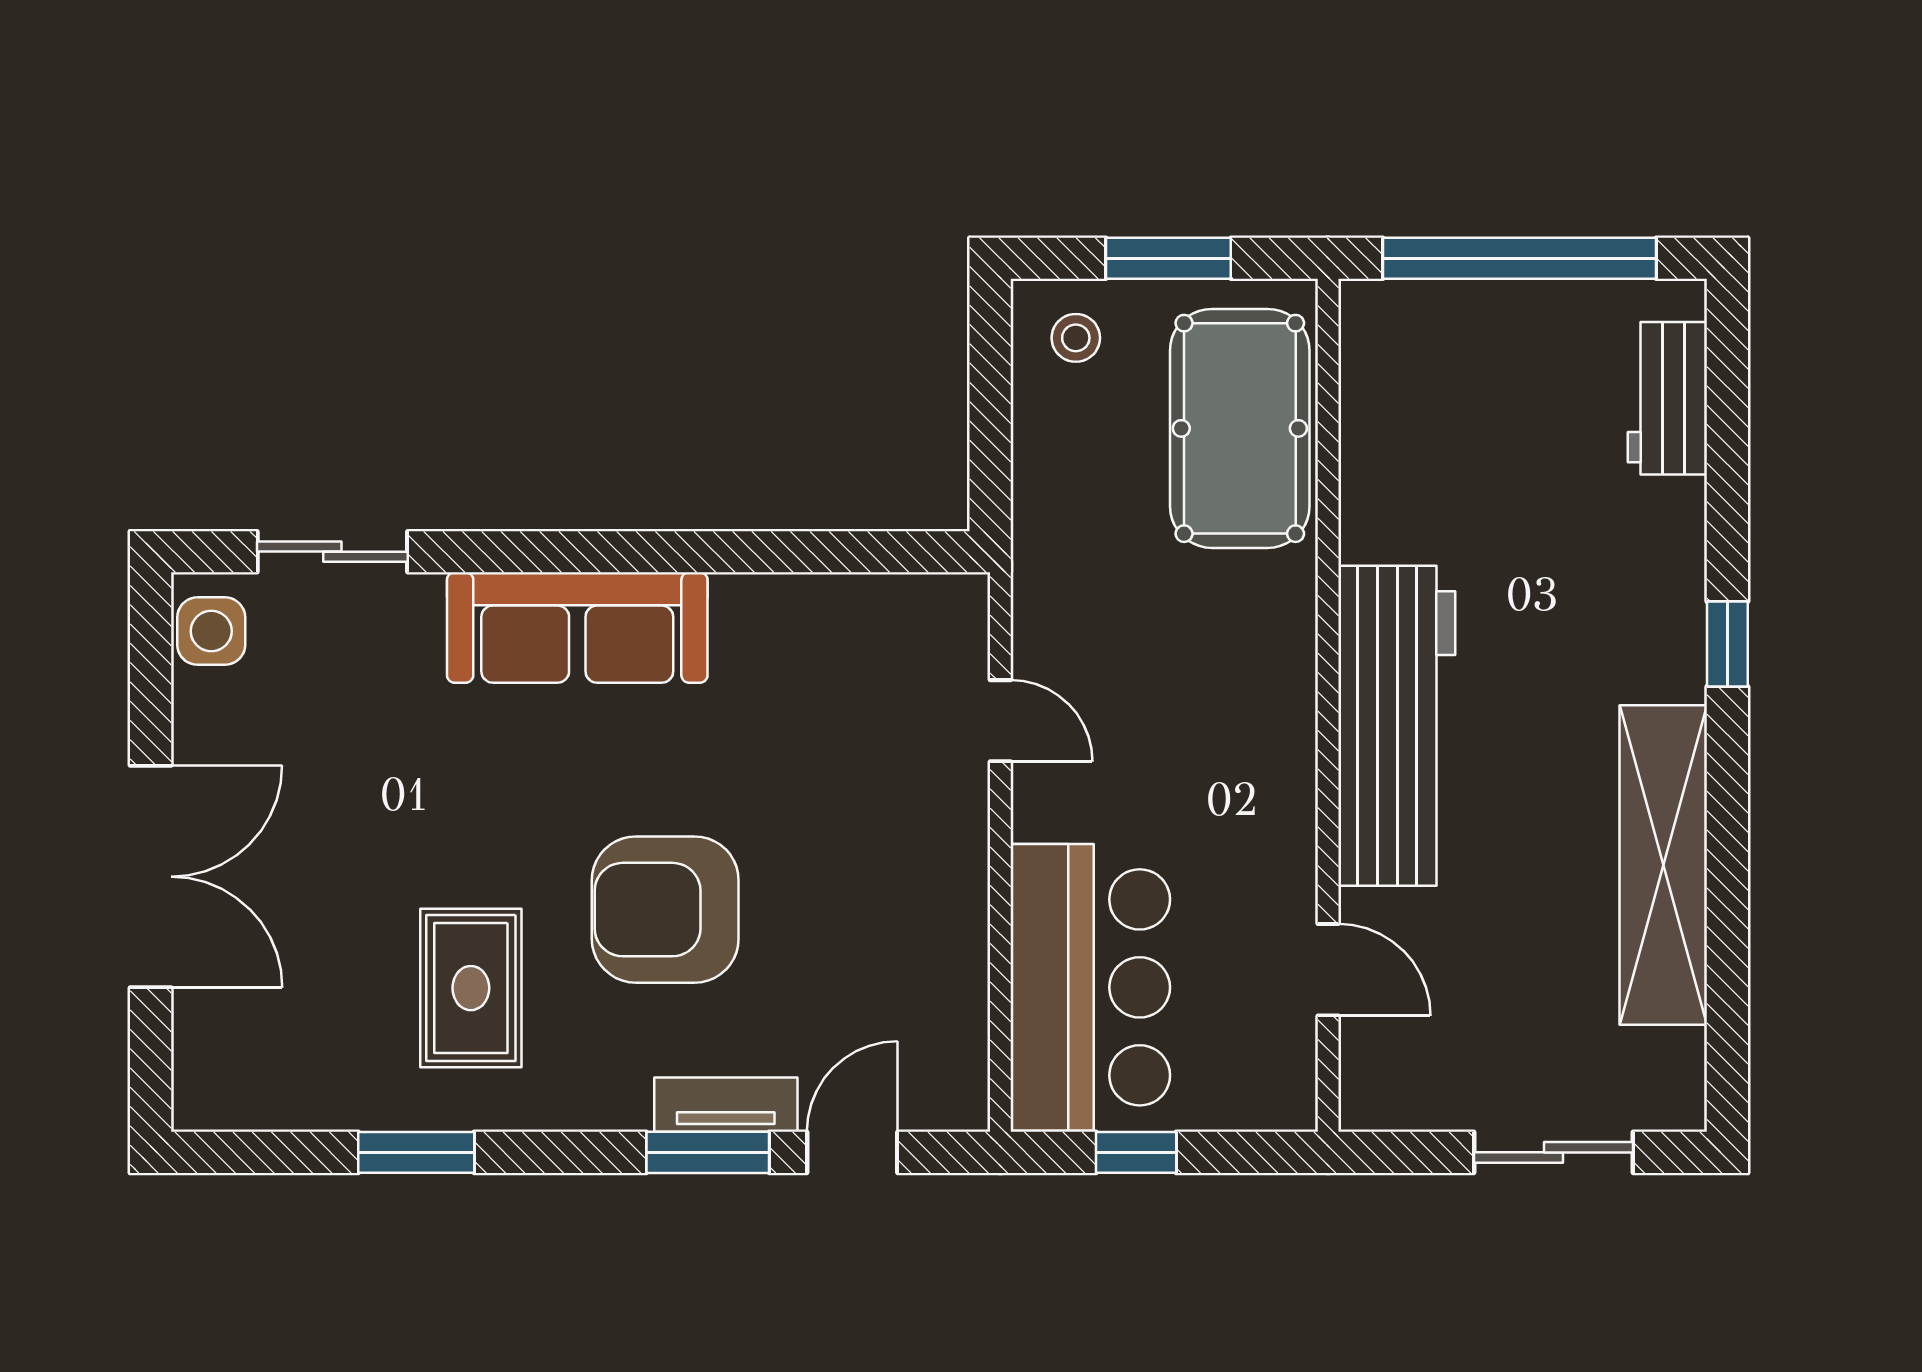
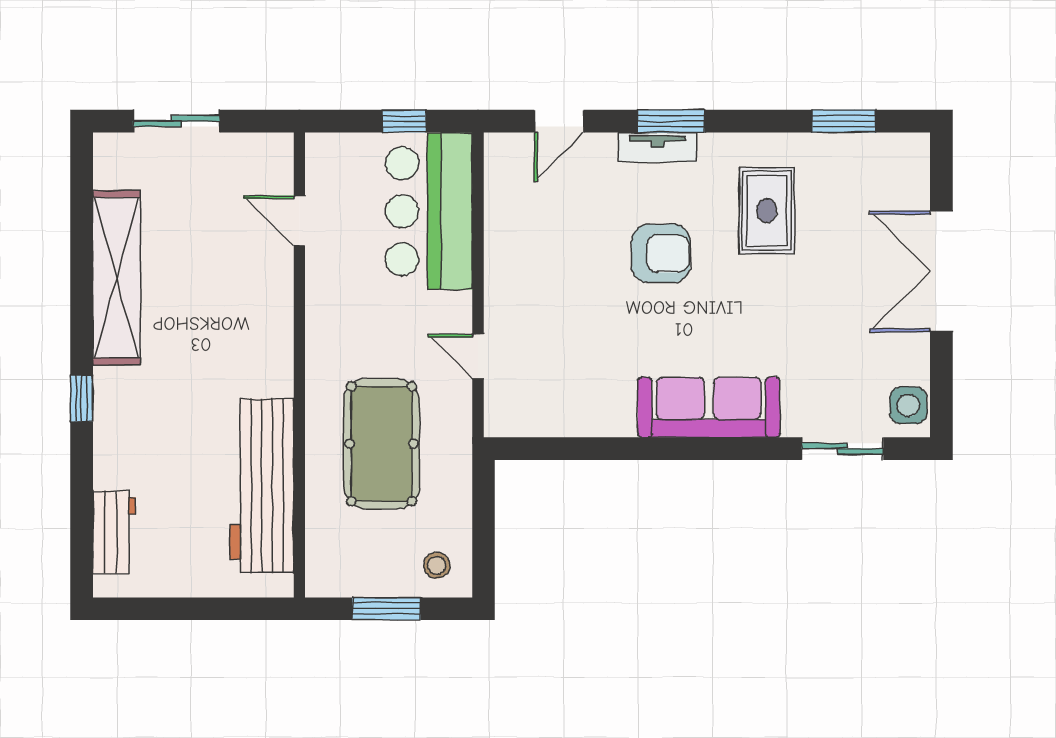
window: (1519, 258) -> (195, 609), removed
pool table: (1240, 428) -> (382, 444), moved
workbench: (1397, 726) -> (262, 486), moved
armchair: (665, 910) -> (661, 253), width x0.73, depth x0.73
tv unit: (726, 1105) -> (658, 147), moved
window: (416, 1152) -> (844, 121), moved
window: (708, 1152) -> (671, 121), moved

